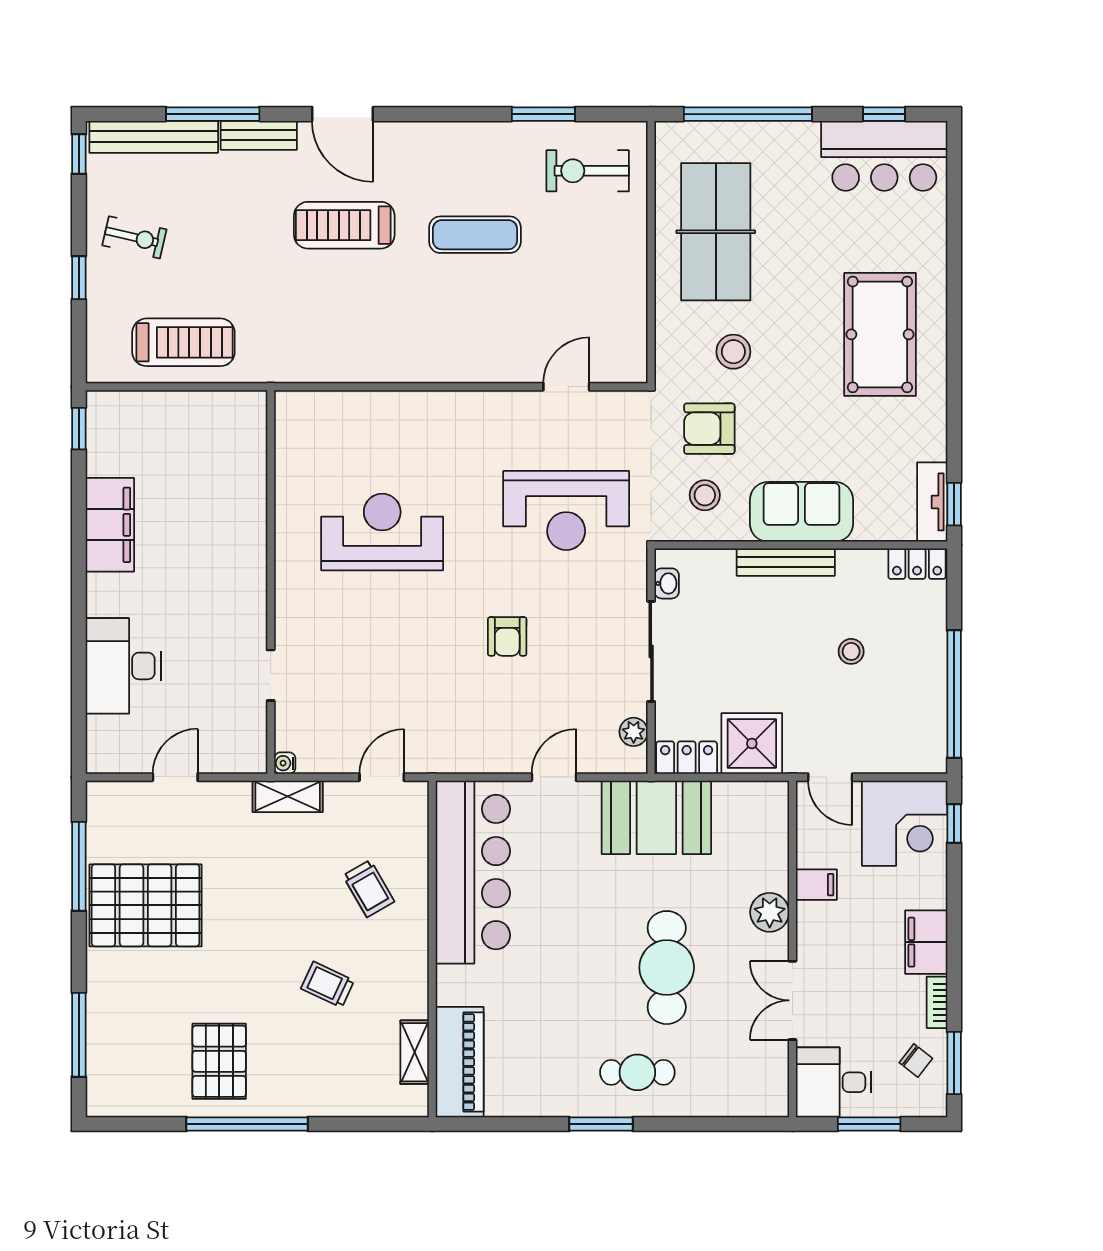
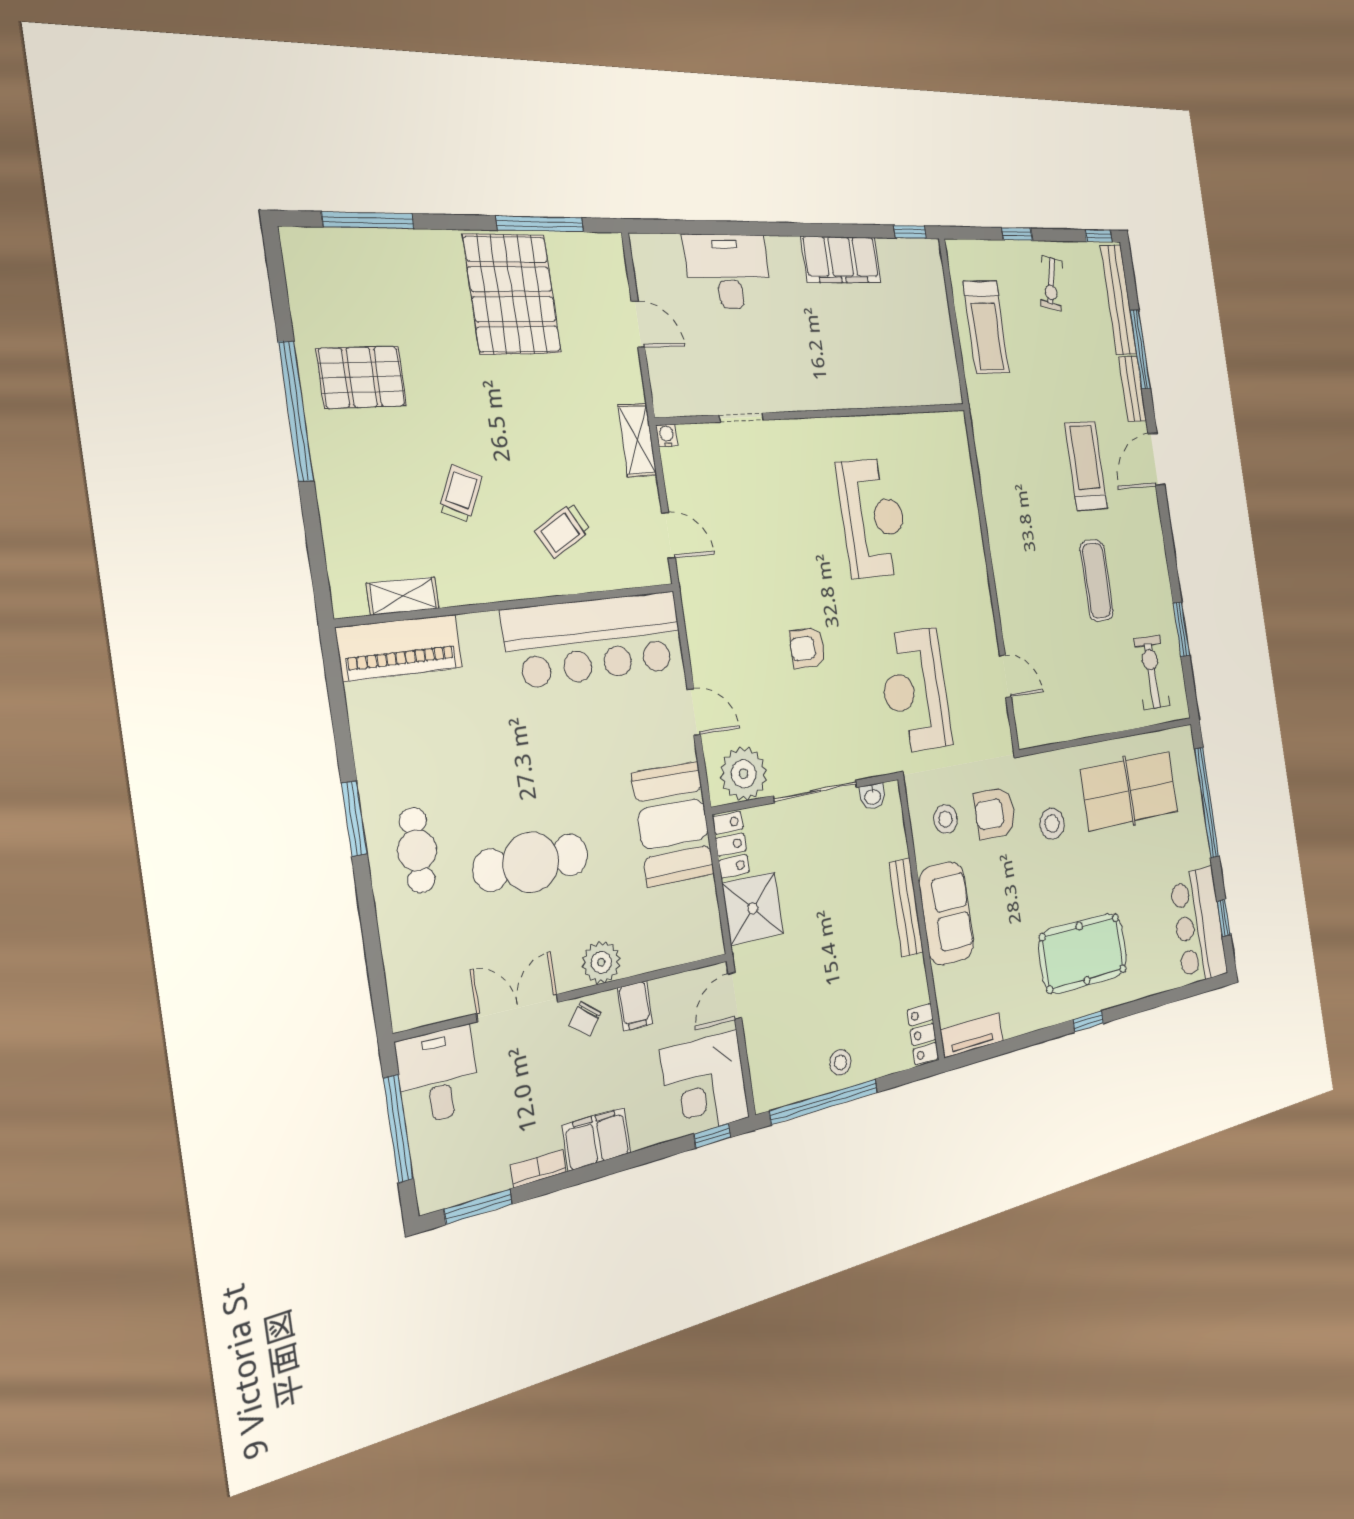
armchair: (709, 429) -> (995, 813), turned -90
window: (954, 504) -> (1088, 1021), moved
stool: (851, 651) -> (840, 1062), moved
plant: (634, 732) -> (744, 774), width x1.87, depth x1.87
chair: (916, 1060) -> (585, 1019), moved
window: (869, 1124) -> (398, 1128), width x1.44

